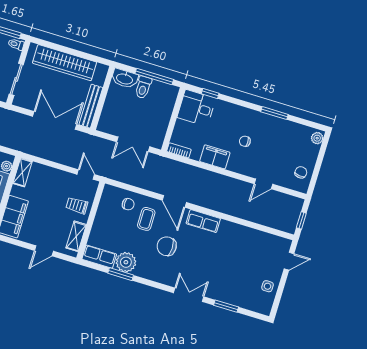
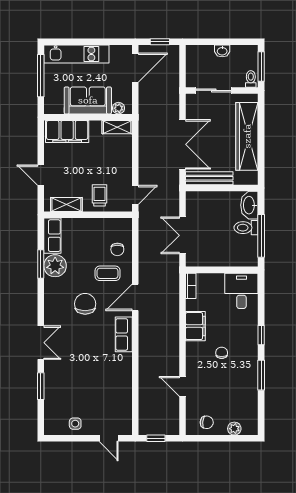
window: (210, 93) -> (261, 335), moved
plant: (317, 138) -> (234, 429), moved

